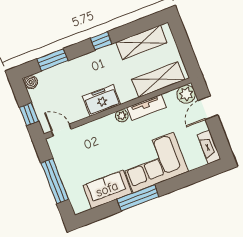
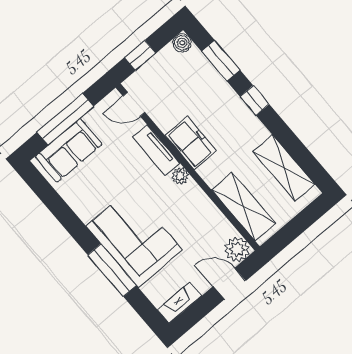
window: (101, 41) -> (255, 100), moved
tv unit: (146, 107) -> (156, 150), moved
door: (61, 130) -> (134, 104), swing flipped
sofa: (107, 189) -> (69, 150), moved, turned 90
window: (138, 198) -> (112, 270), moved

